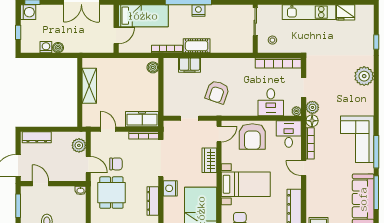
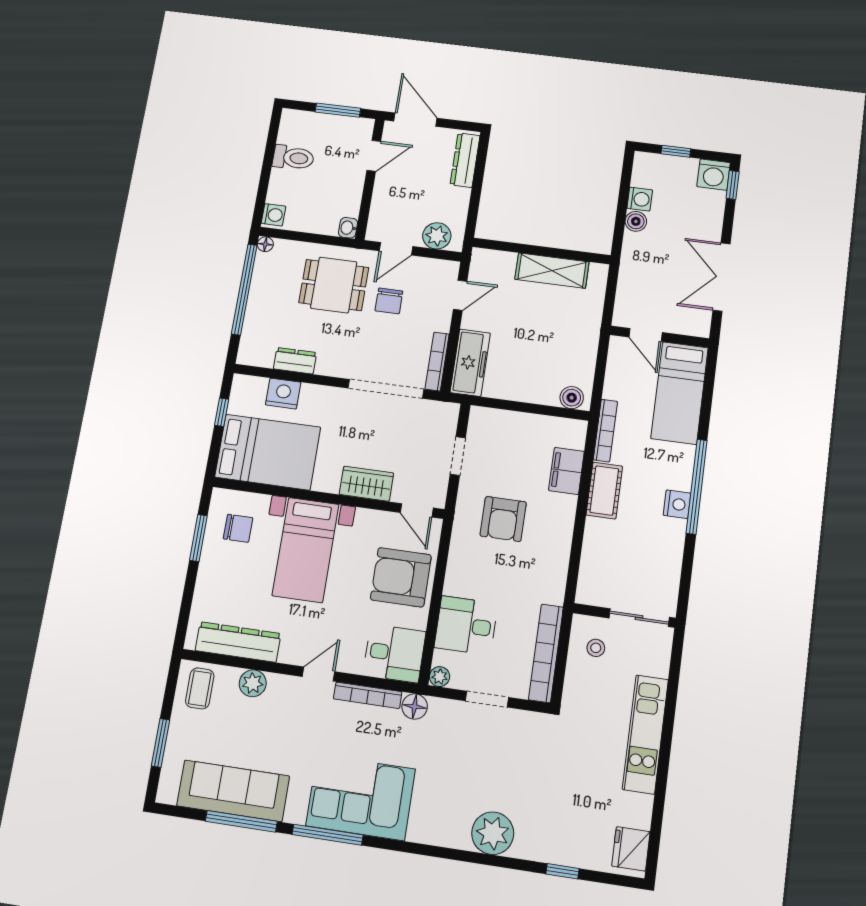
fridge: (346, 12) -> (631, 849), moved
armchair: (217, 92) -> (503, 519), turned -109
plant: (312, 107) -> (253, 683), moved
nightstand: (170, 188) -> (283, 394), moved
dresser: (153, 201) -> (295, 361), width x0.70

